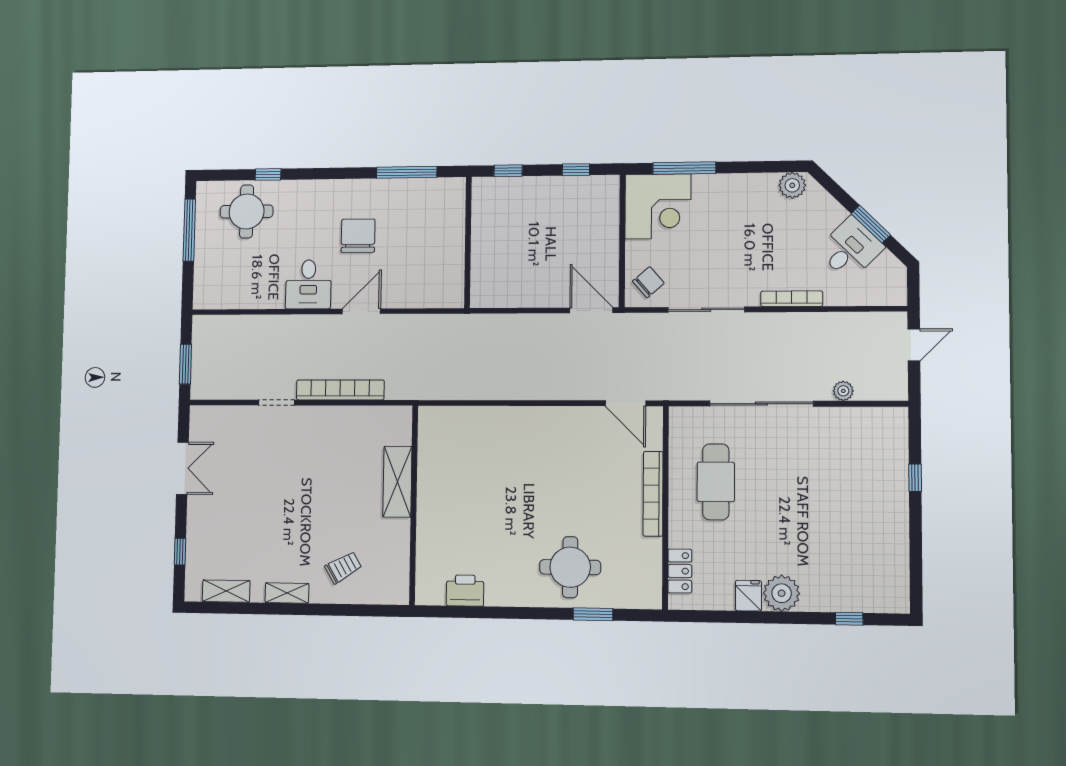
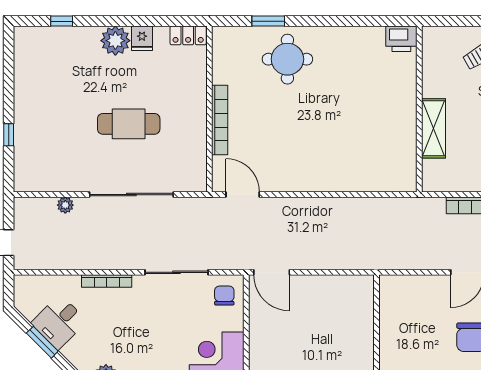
chair: (648, 282) -> (224, 296), turned 131
cafe table: (716, 482) -> (129, 124), moved, turned 90
locker: (680, 571) -> (188, 35), moved, turned -90
printer: (465, 591) -> (401, 39), moved

